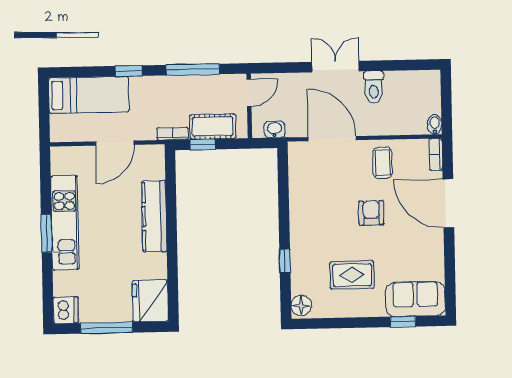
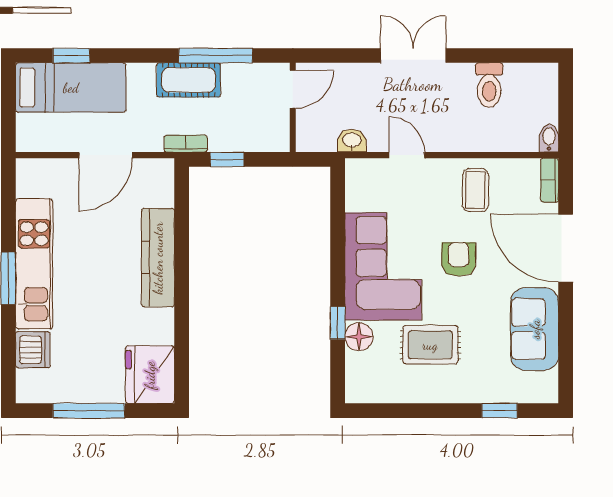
window: (129, 71) -> (71, 56), moved
toilet: (374, 87) -> (489, 85), moved
cot: (213, 127) -> (189, 80), moved
washbasin: (275, 129) -> (352, 141), moved
door: (332, 139) -> (407, 155), width x0.53
corner sofa: (317, 219) -> (383, 266), added
sofa: (415, 299) -> (535, 329), moved, turned -90
floor lamp: (301, 306) -> (359, 337), moved
dishwasher: (66, 310) -> (33, 350), moved

